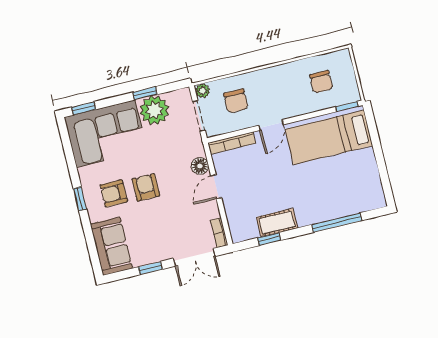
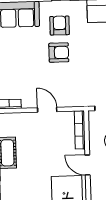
floor lamp: (200, 166) -> (67, 100), removed

